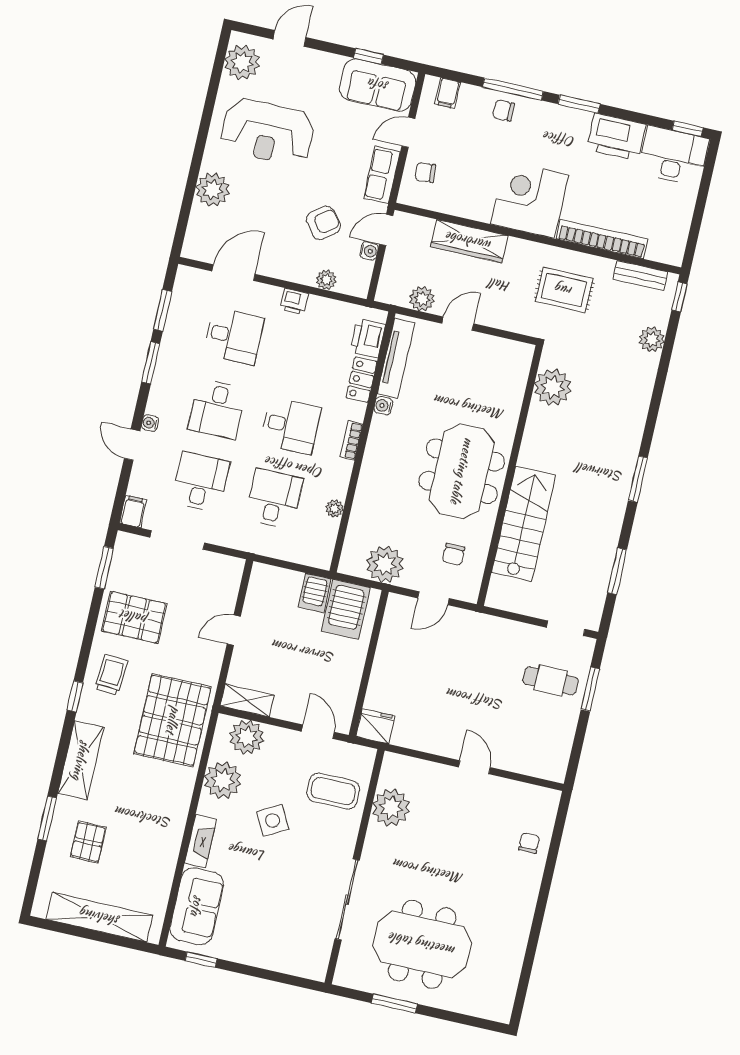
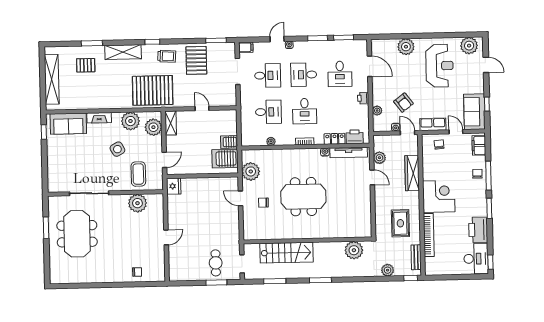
filing cabinet: (447, 93) -> (479, 145), width x2.00
reception desk: (268, 132) -> (440, 66), turned 180
plant: (553, 387) -> (354, 250), moved
wall: (510, 475) -> (308, 240), moved
stairs: (524, 524) -> (286, 253), moved

